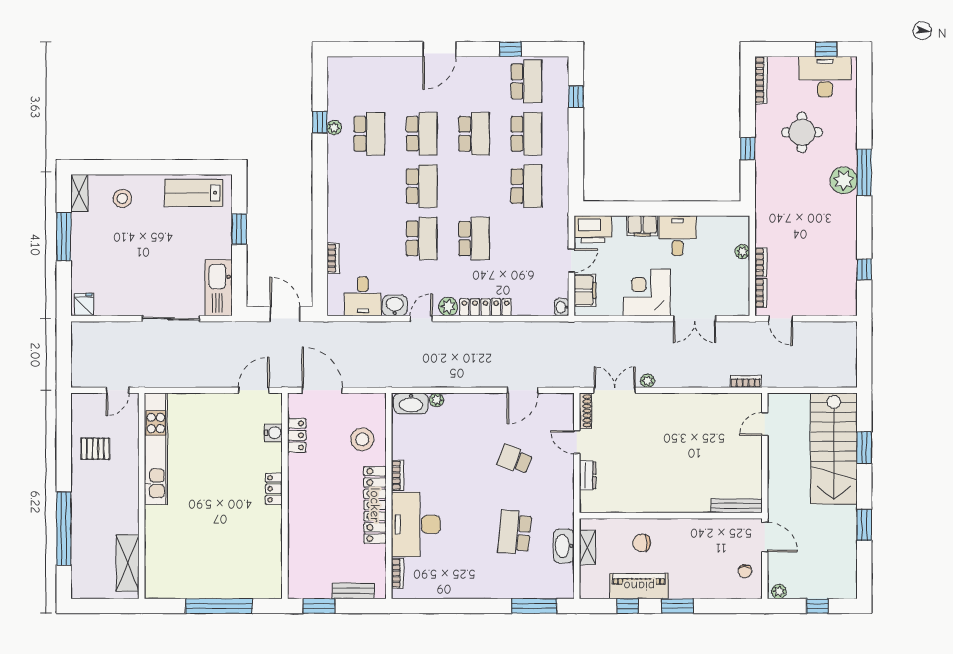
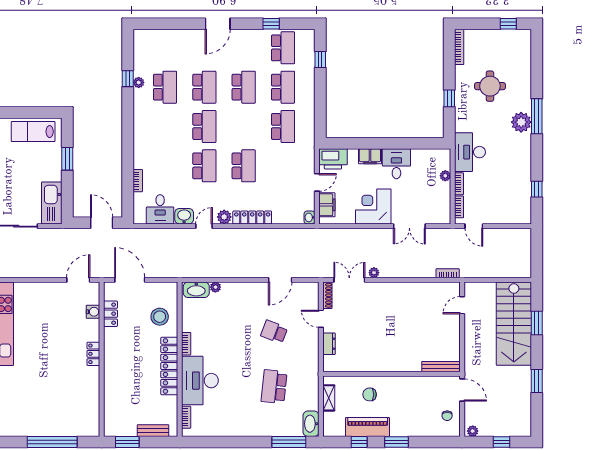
desk: (825, 77) -> (470, 152), moved, turned -90
washbasin: (564, 546) -> (311, 424), moved

